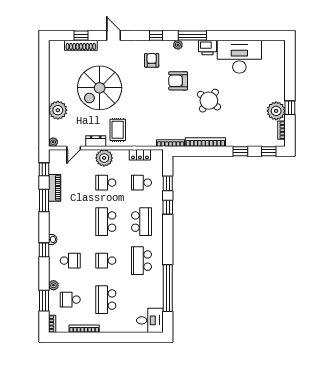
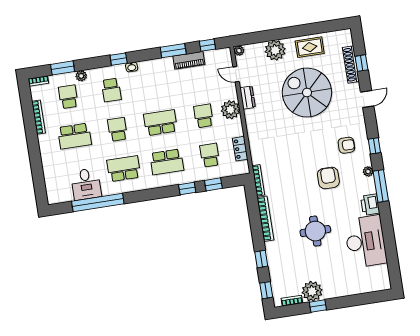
round table: (209, 101) -> (315, 231), moved, turned -37
rug: (118, 130) -> (310, 47), moved
school desk: (106, 300) -> (74, 136), turned 180
desk: (150, 320) -> (86, 184), moved

